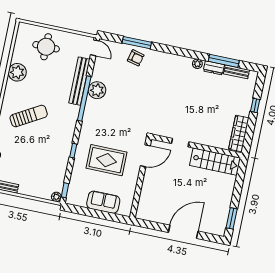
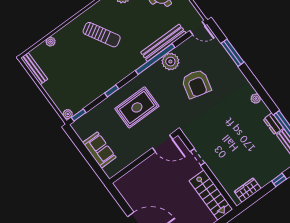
door: (95, 48) -> (197, 28), hinge flipped
armchair: (136, 58) -> (196, 84), moved, width x1.88, depth x1.88
plant: (197, 64) -> (256, 99), moved
wardrobe: (239, 134) -> (248, 190), width x0.67
rug: (106, 160) -> (137, 107), moved, turned 90

